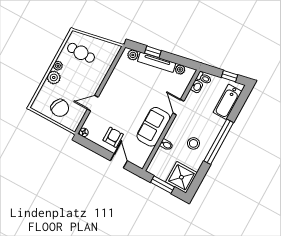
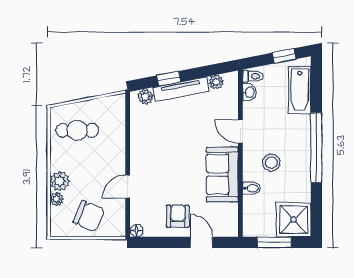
plant: (58, 66) -> (57, 199), moved
stool: (193, 143) -> (271, 163), moved

